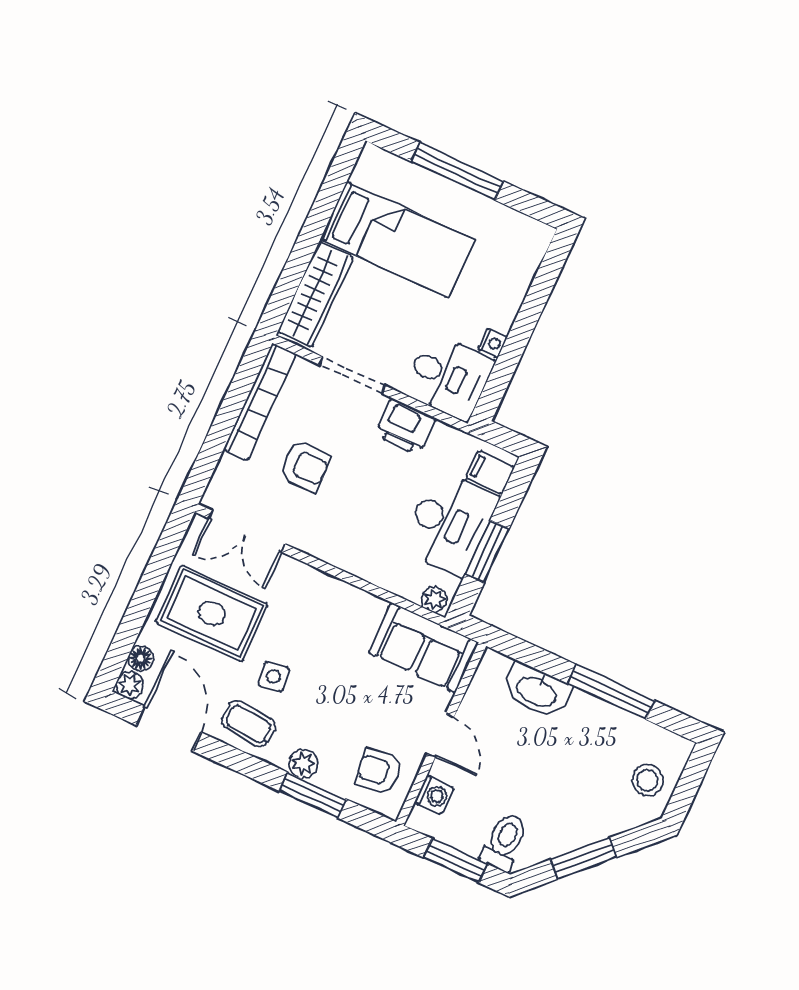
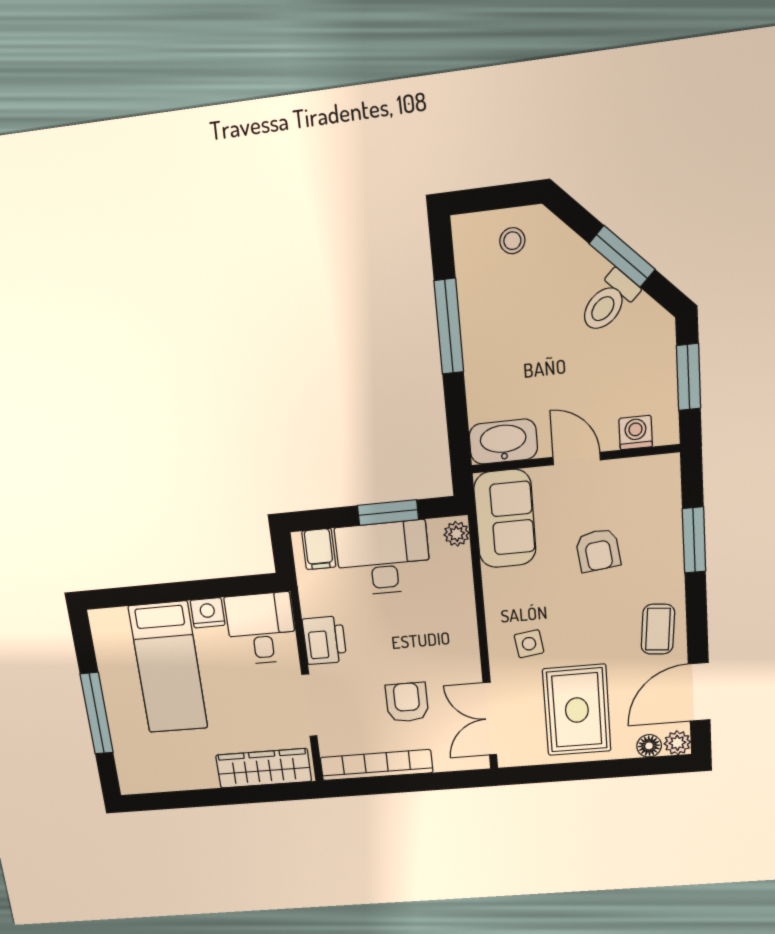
bed: (397, 240) -> (168, 668), moved, turned 180
nightstand: (493, 343) -> (208, 613), width x1.39, depth x1.35
double door: (247, 531) -> (490, 719), swing flipped
side table: (274, 677) -> (529, 644), moved
washbasin: (537, 691) -> (503, 442), moved, turned -90
door: (440, 735) -> (577, 459), hinge flipped
plant: (303, 764) -> (669, 563), removed
armchair: (379, 771) -> (598, 550), moved
stool: (648, 780) -> (512, 241), width x0.73, depth x0.73
toilet: (504, 842) -> (608, 302), moved, turned -45

